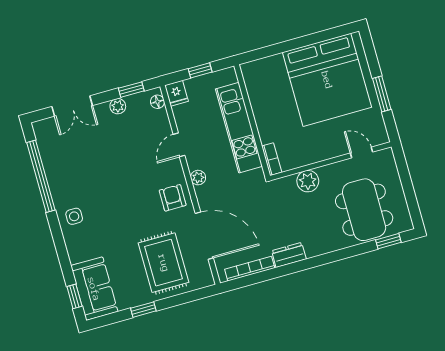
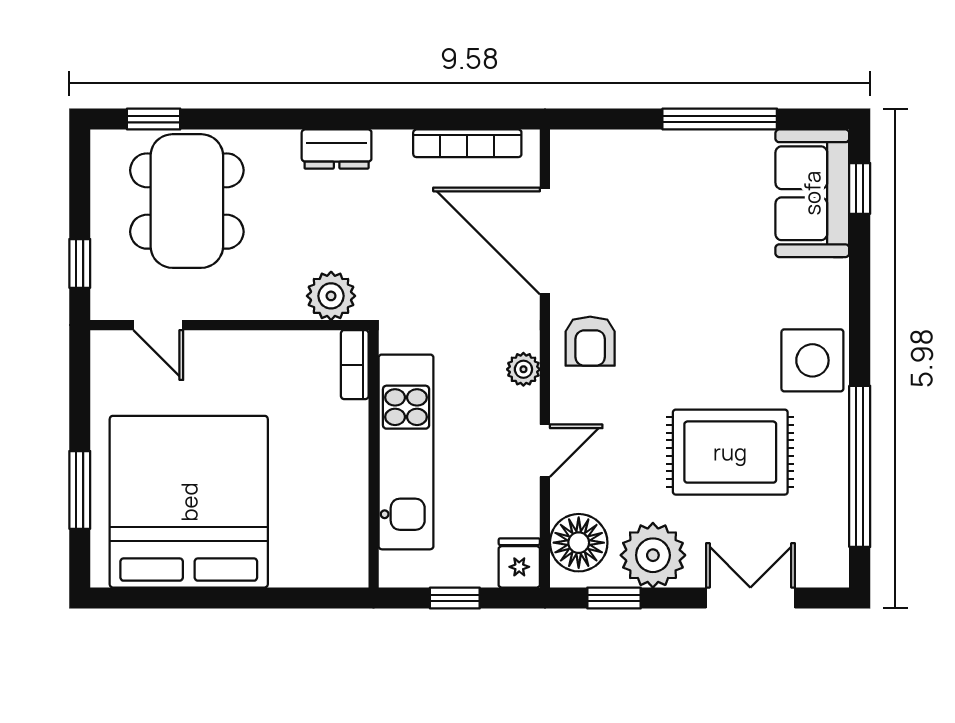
window: (382, 94) -> (80, 490), moved
floor lamp: (157, 102) -> (579, 543), width x1.89, depth x1.89
plant: (118, 106) -> (653, 555), width x1.87, depth x1.87
window: (403, 170) -> (80, 263), added
plant: (308, 181) -> (331, 296), moved
side table: (74, 216) -> (812, 360), width x1.87, depth x1.87
dresser: (289, 255) -> (337, 149), moved
rug: (164, 263) -> (730, 452), moved, turned 90
window: (143, 310) -> (720, 119), width x2.17

